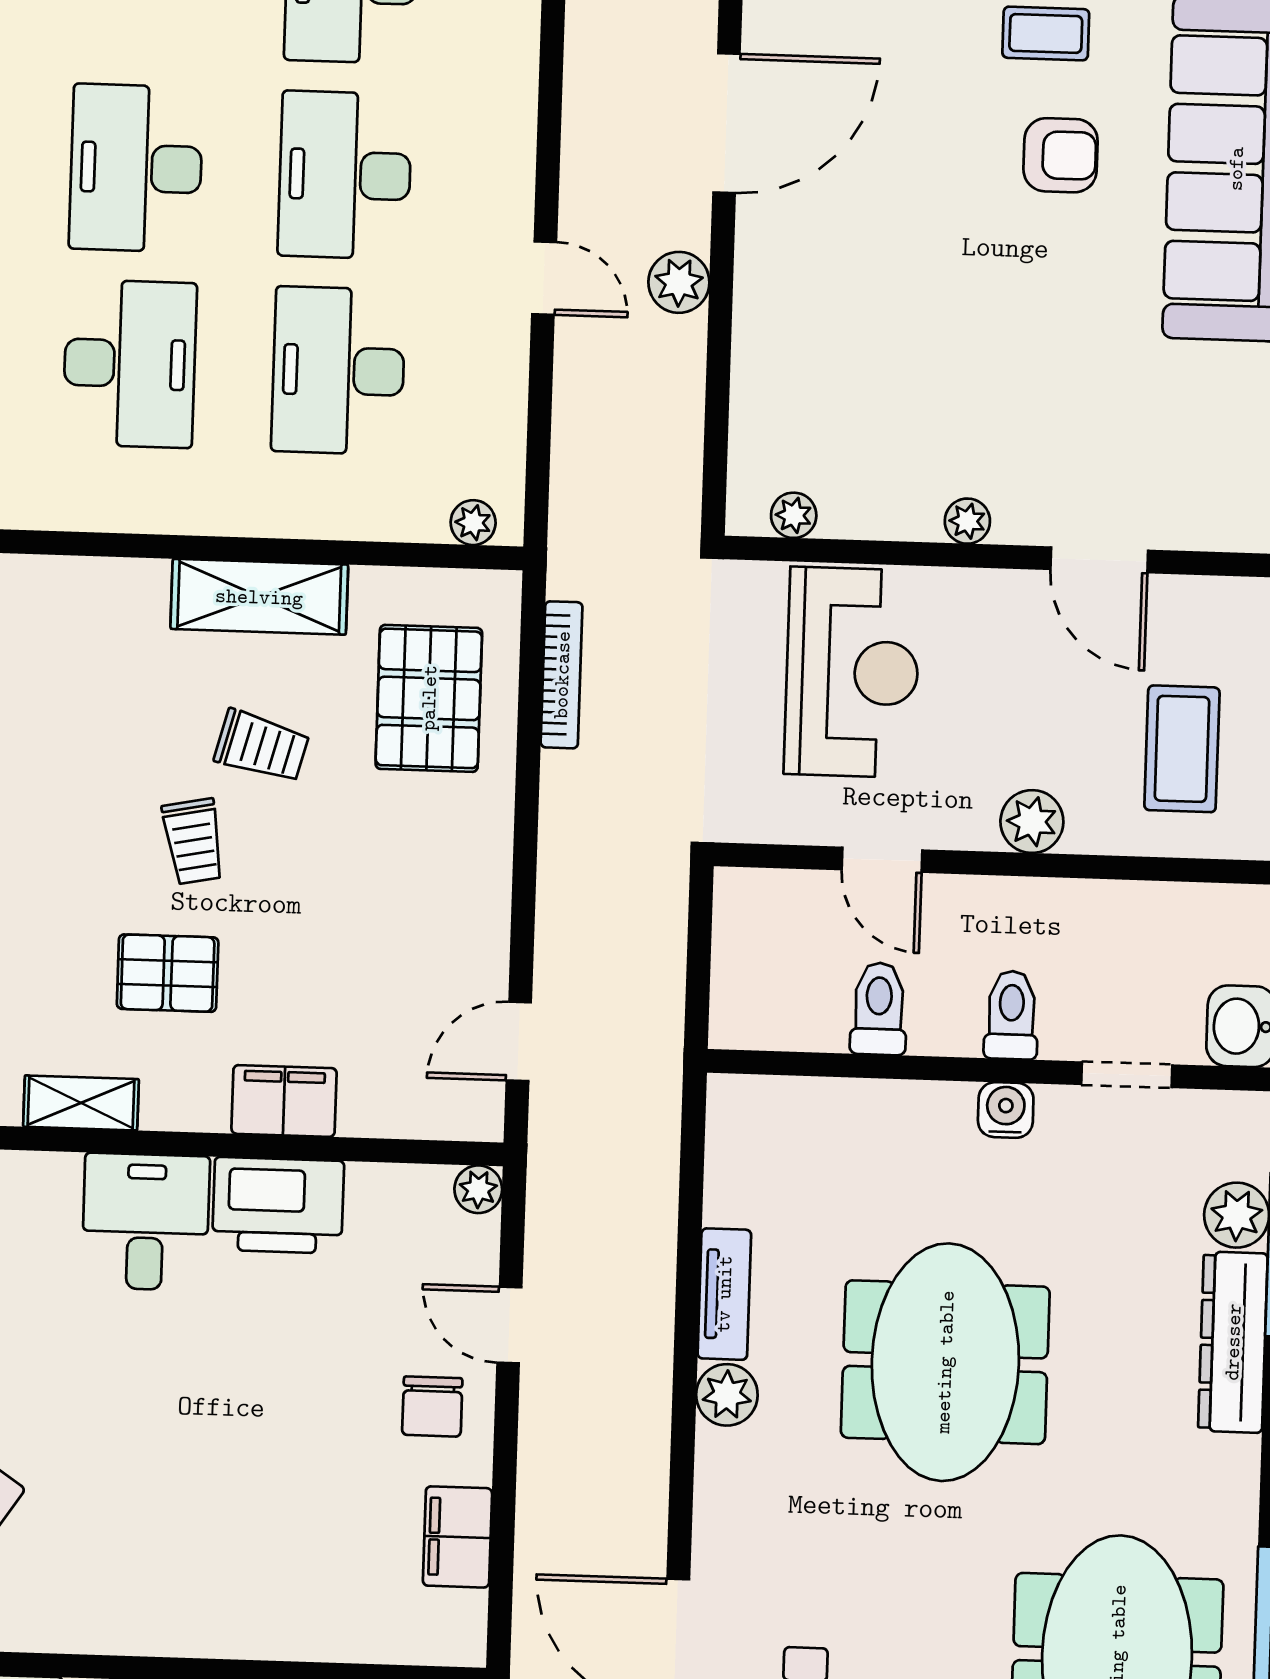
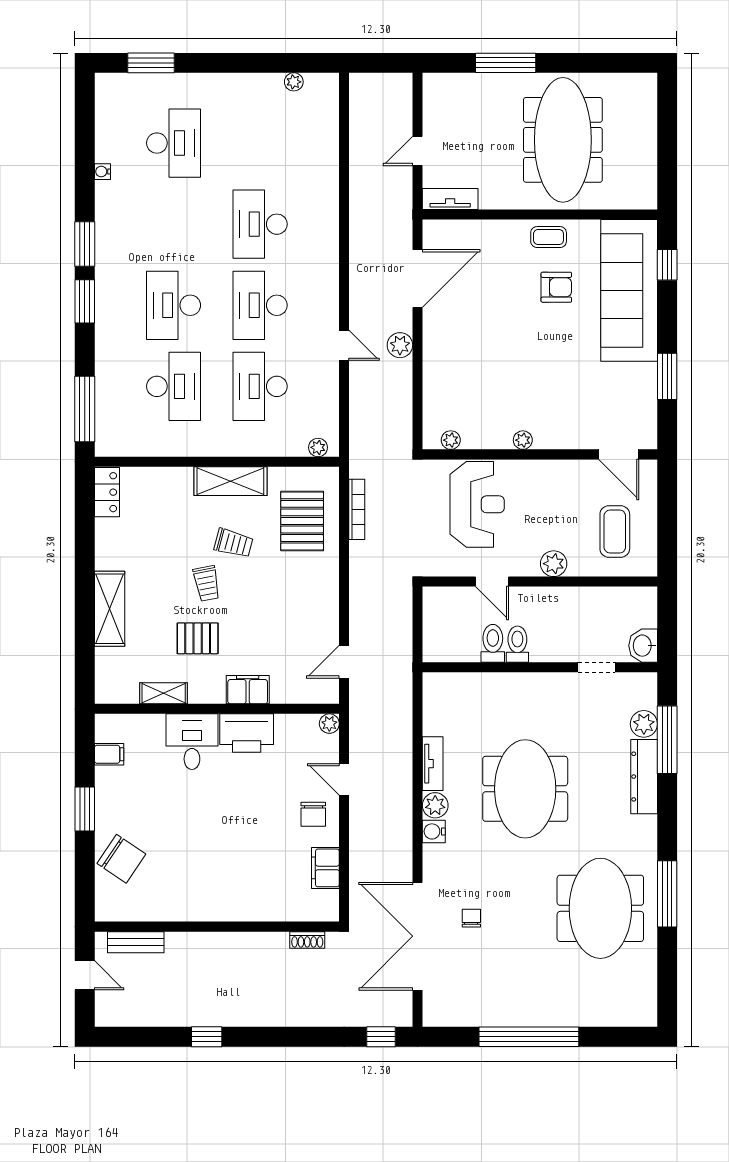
door: (1099, 560) -> (619, 454), moved
toilet: (1011, 1015) -> (517, 644), moved
water cooler: (1006, 1110) -> (434, 831), moved, turned -90

